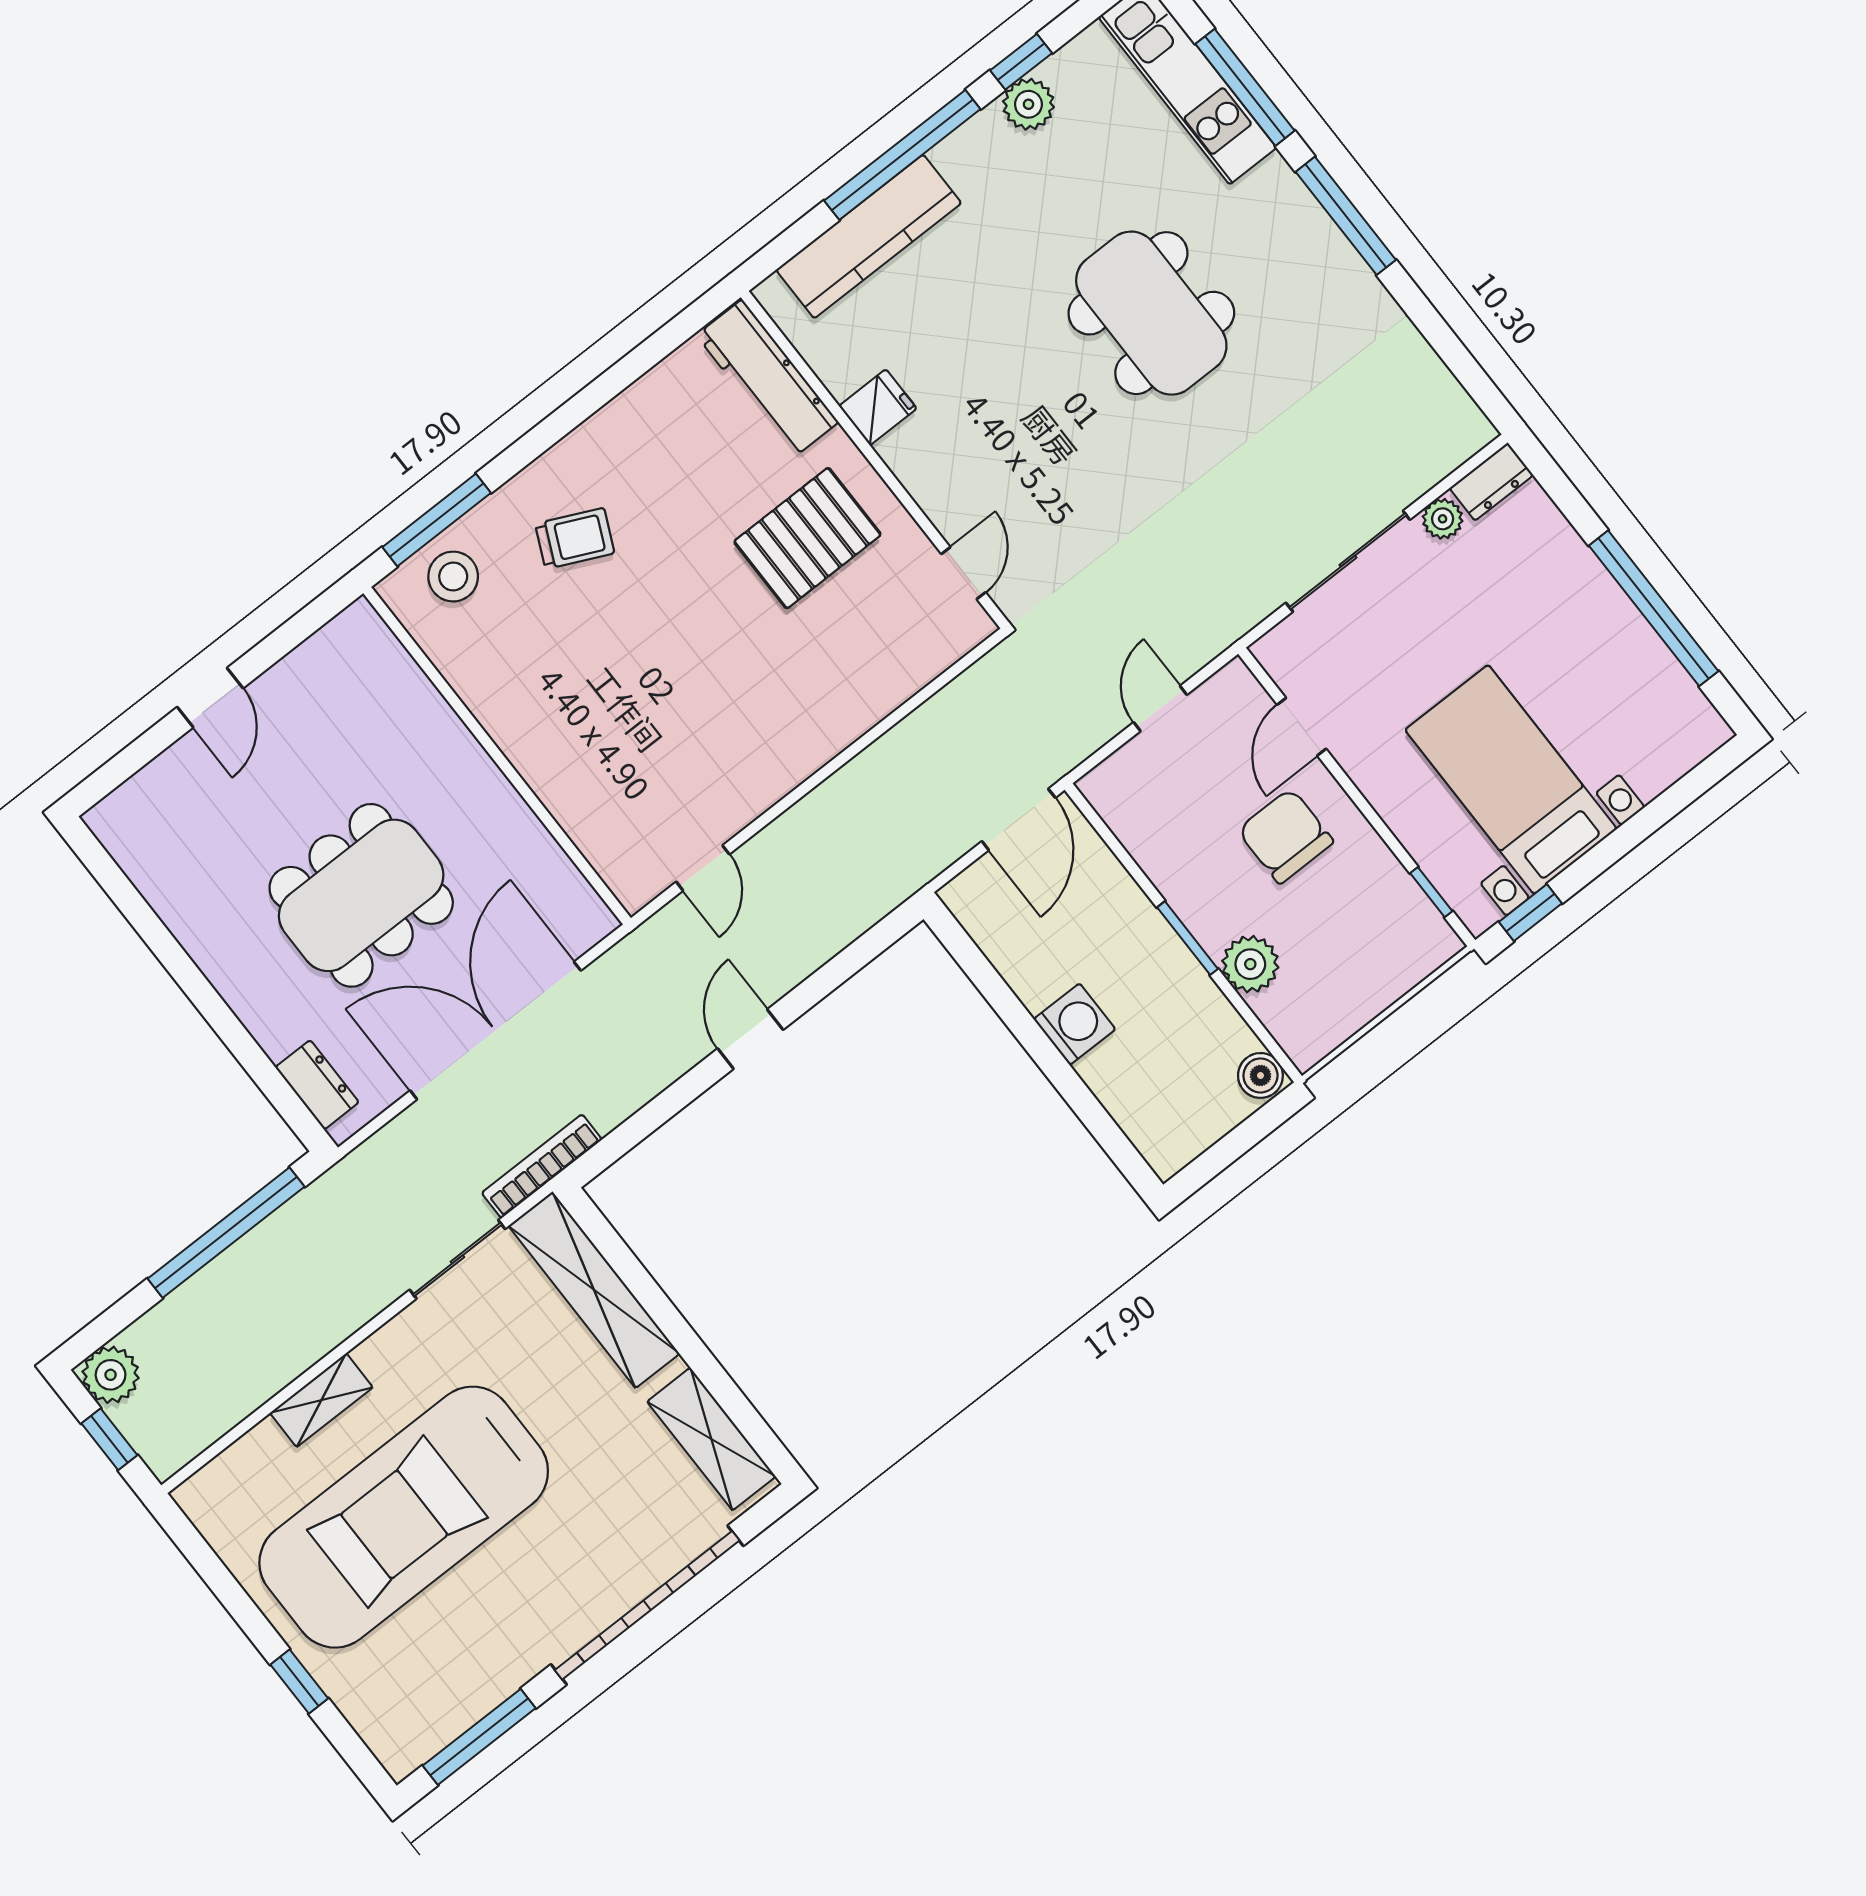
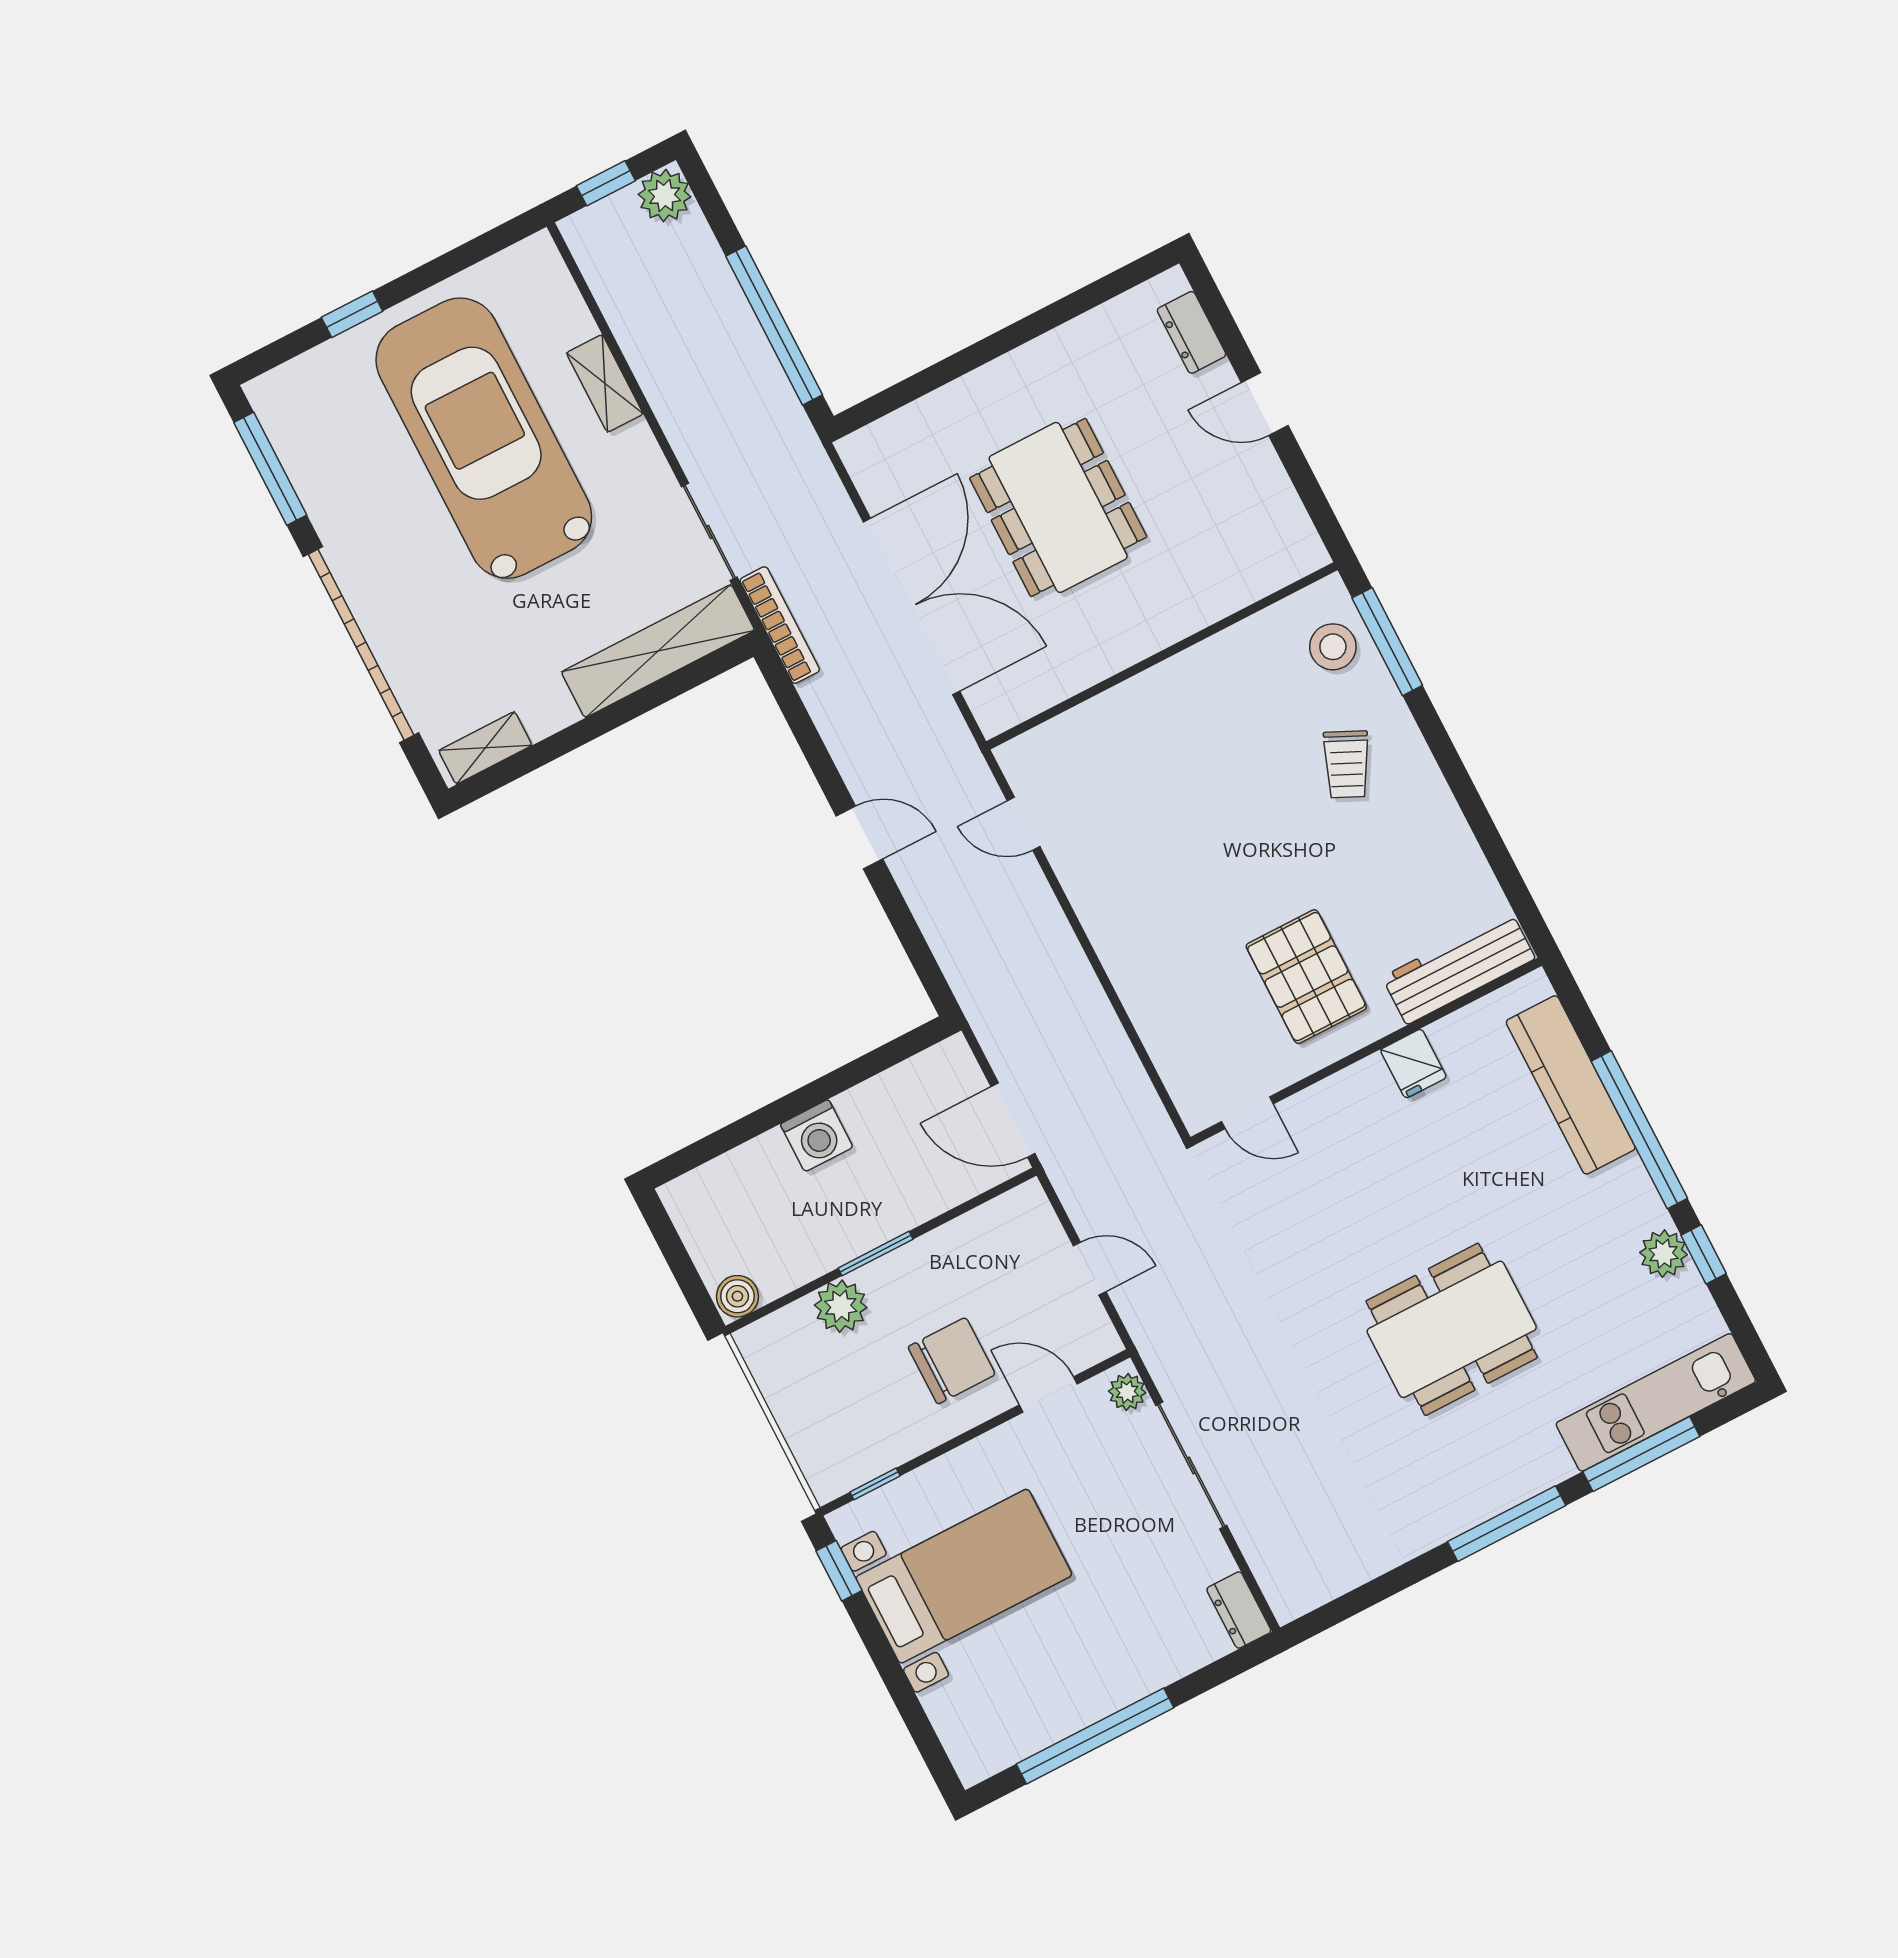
plant: (1443, 519) -> (1127, 1392), moved
dresser: (317, 1085) -> (1192, 332), moved, turned 90
shelving: (711, 1439) -> (485, 748), width x0.67, depth x0.75

